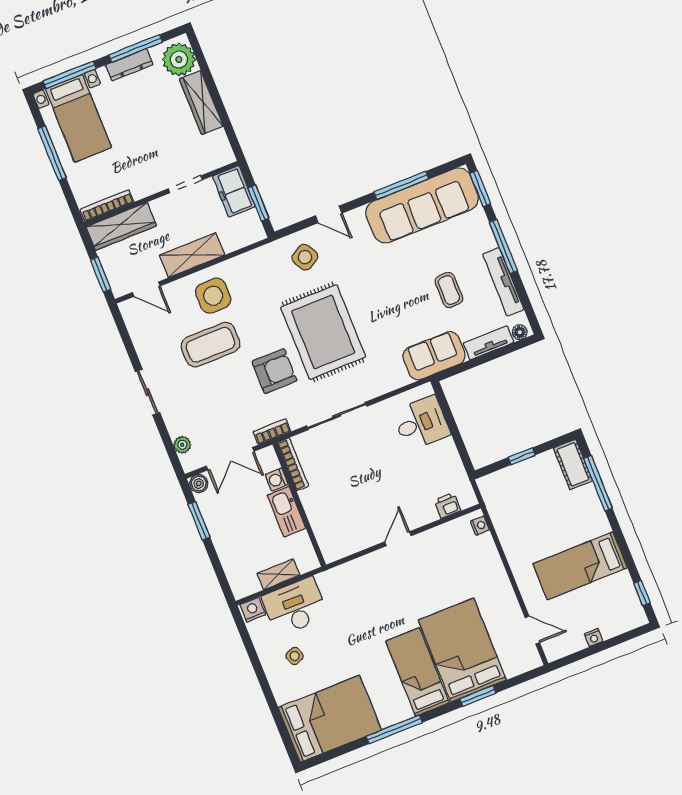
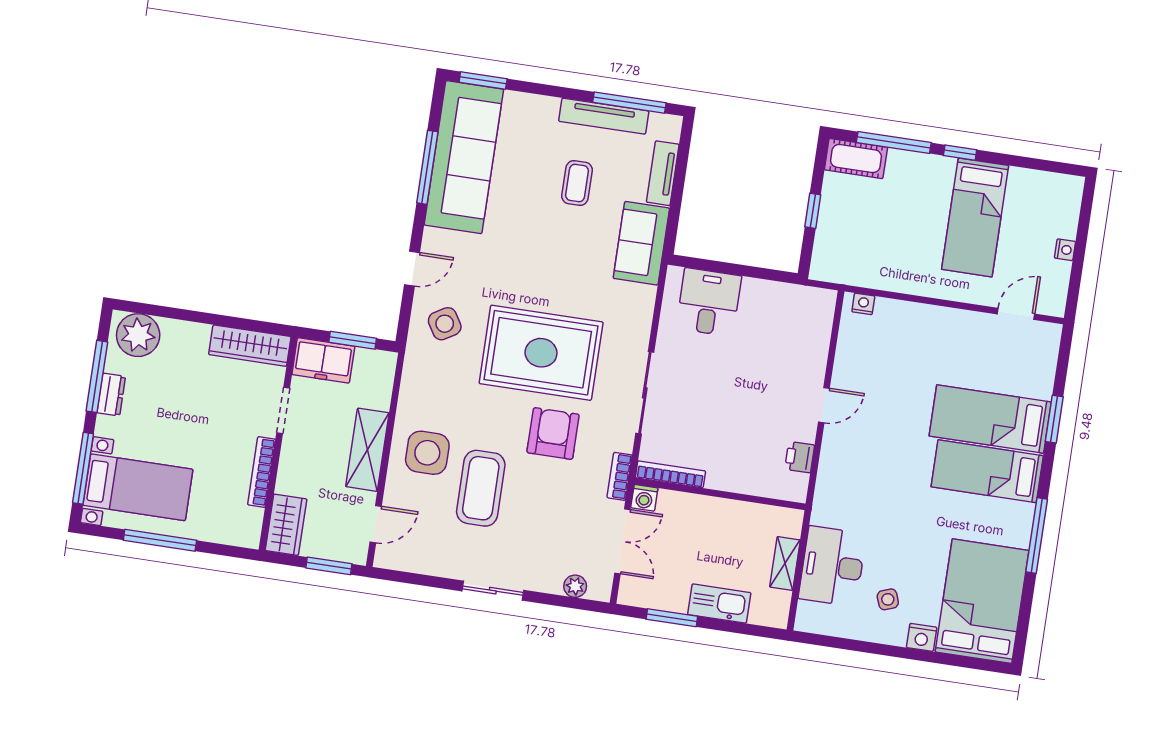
dresser: (129, 65) -> (111, 395), width x0.70
wardrobe: (201, 102) -> (250, 346), moved
bookcase: (107, 206) -> (262, 472), moved
wardrobe: (121, 226) -> (286, 525), width x0.67
window: (503, 246) -> (629, 103), moved
coffee table: (449, 290) -> (577, 183), turned 90
floor lamp: (520, 332) -> (671, 131), removed
washing machine: (277, 480) -> (644, 498), moved
boiler: (199, 484) -> (630, 593), removed
printer: (447, 506) -> (800, 457), moved
kitchen sink: (286, 512) -> (719, 604), moved, turned 180
door: (398, 539) -> (824, 405), swing flipped
window: (642, 593) -> (960, 153), moved
nightstand: (253, 610) -> (922, 637), moved, turned -90
bed: (462, 650) -> (990, 419), width x0.67

